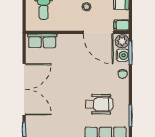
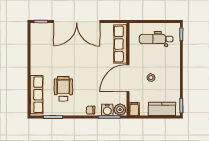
door: (98, 32) -> (128, 78), moved
row of seats: (42, 41) -> (120, 44), width x1.48
wheelchair: (99, 104) -> (63, 89), turned 180

